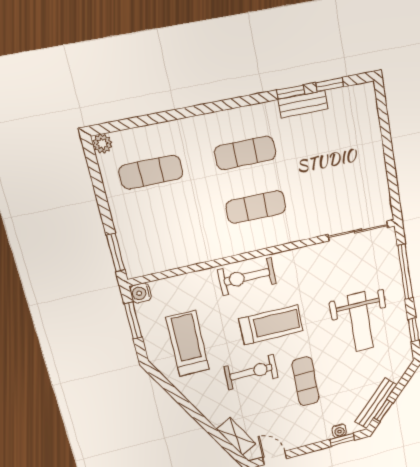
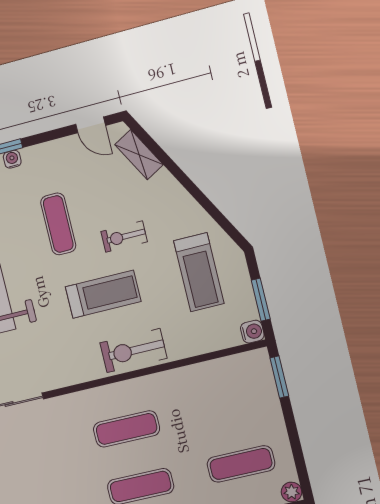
exercise bike: (247, 277) -> (133, 351), turned 180
treadmill: (271, 325) -> (103, 294), turned 180
exercise bike: (251, 372) -> (124, 237), width x0.73, depth x0.72

